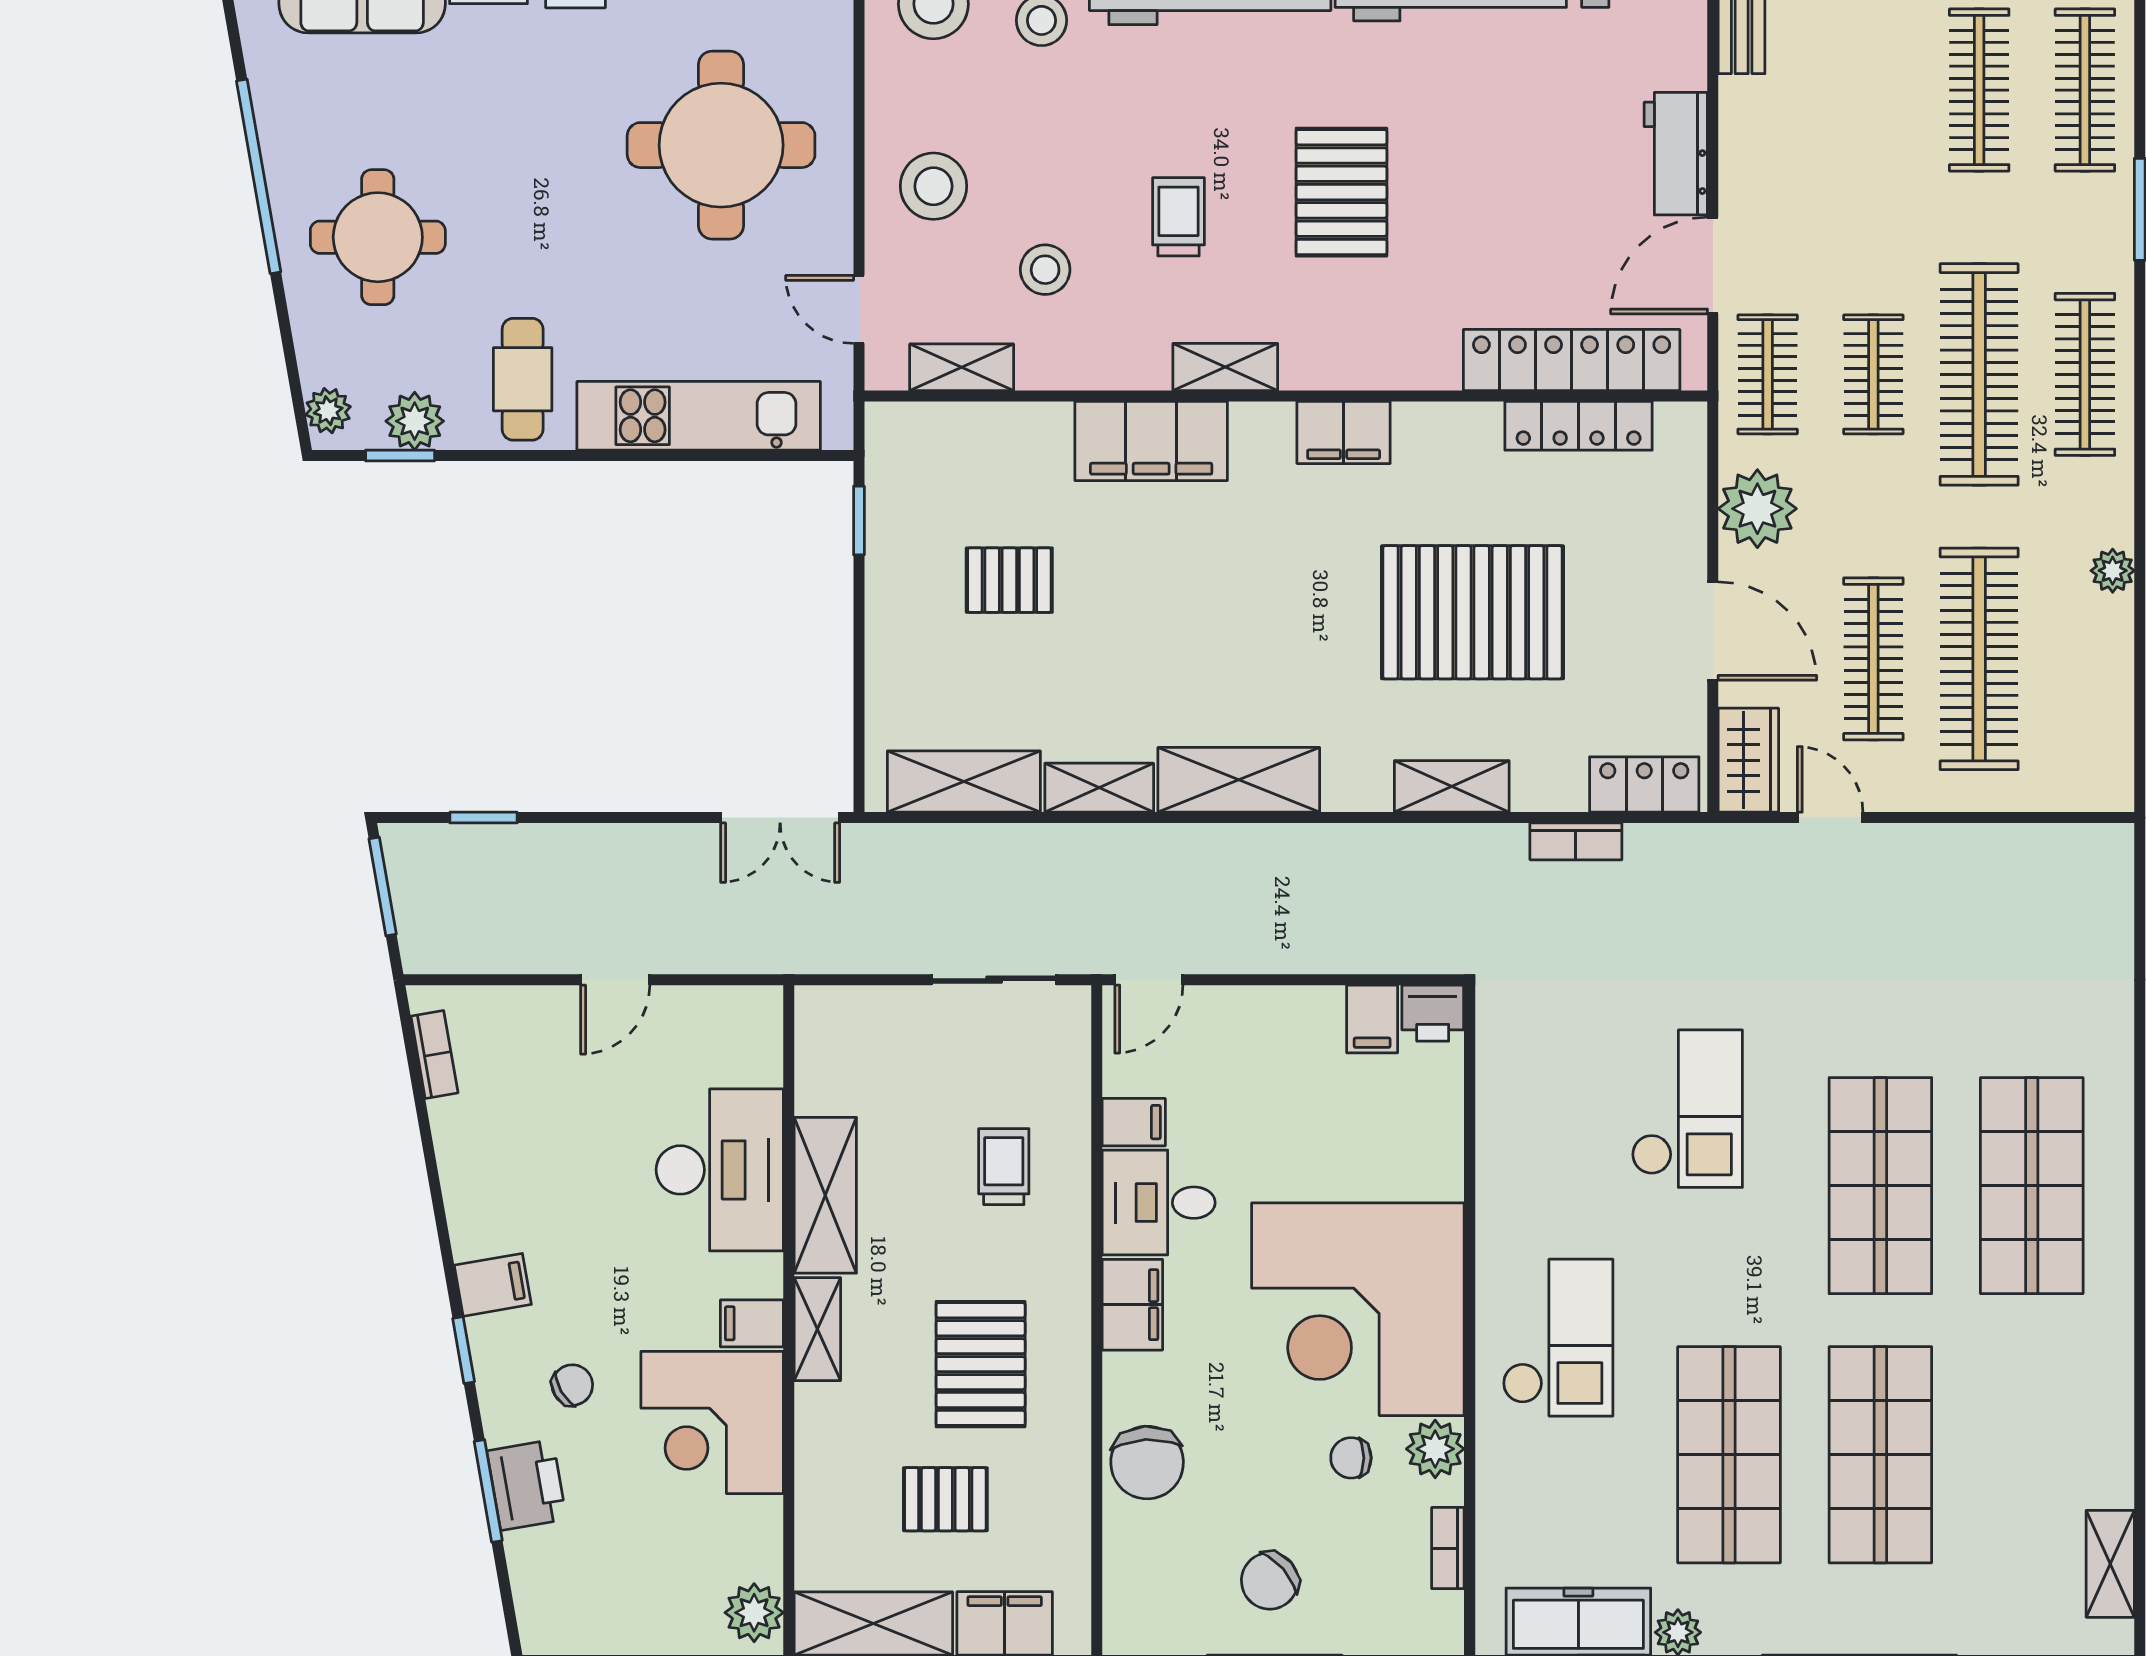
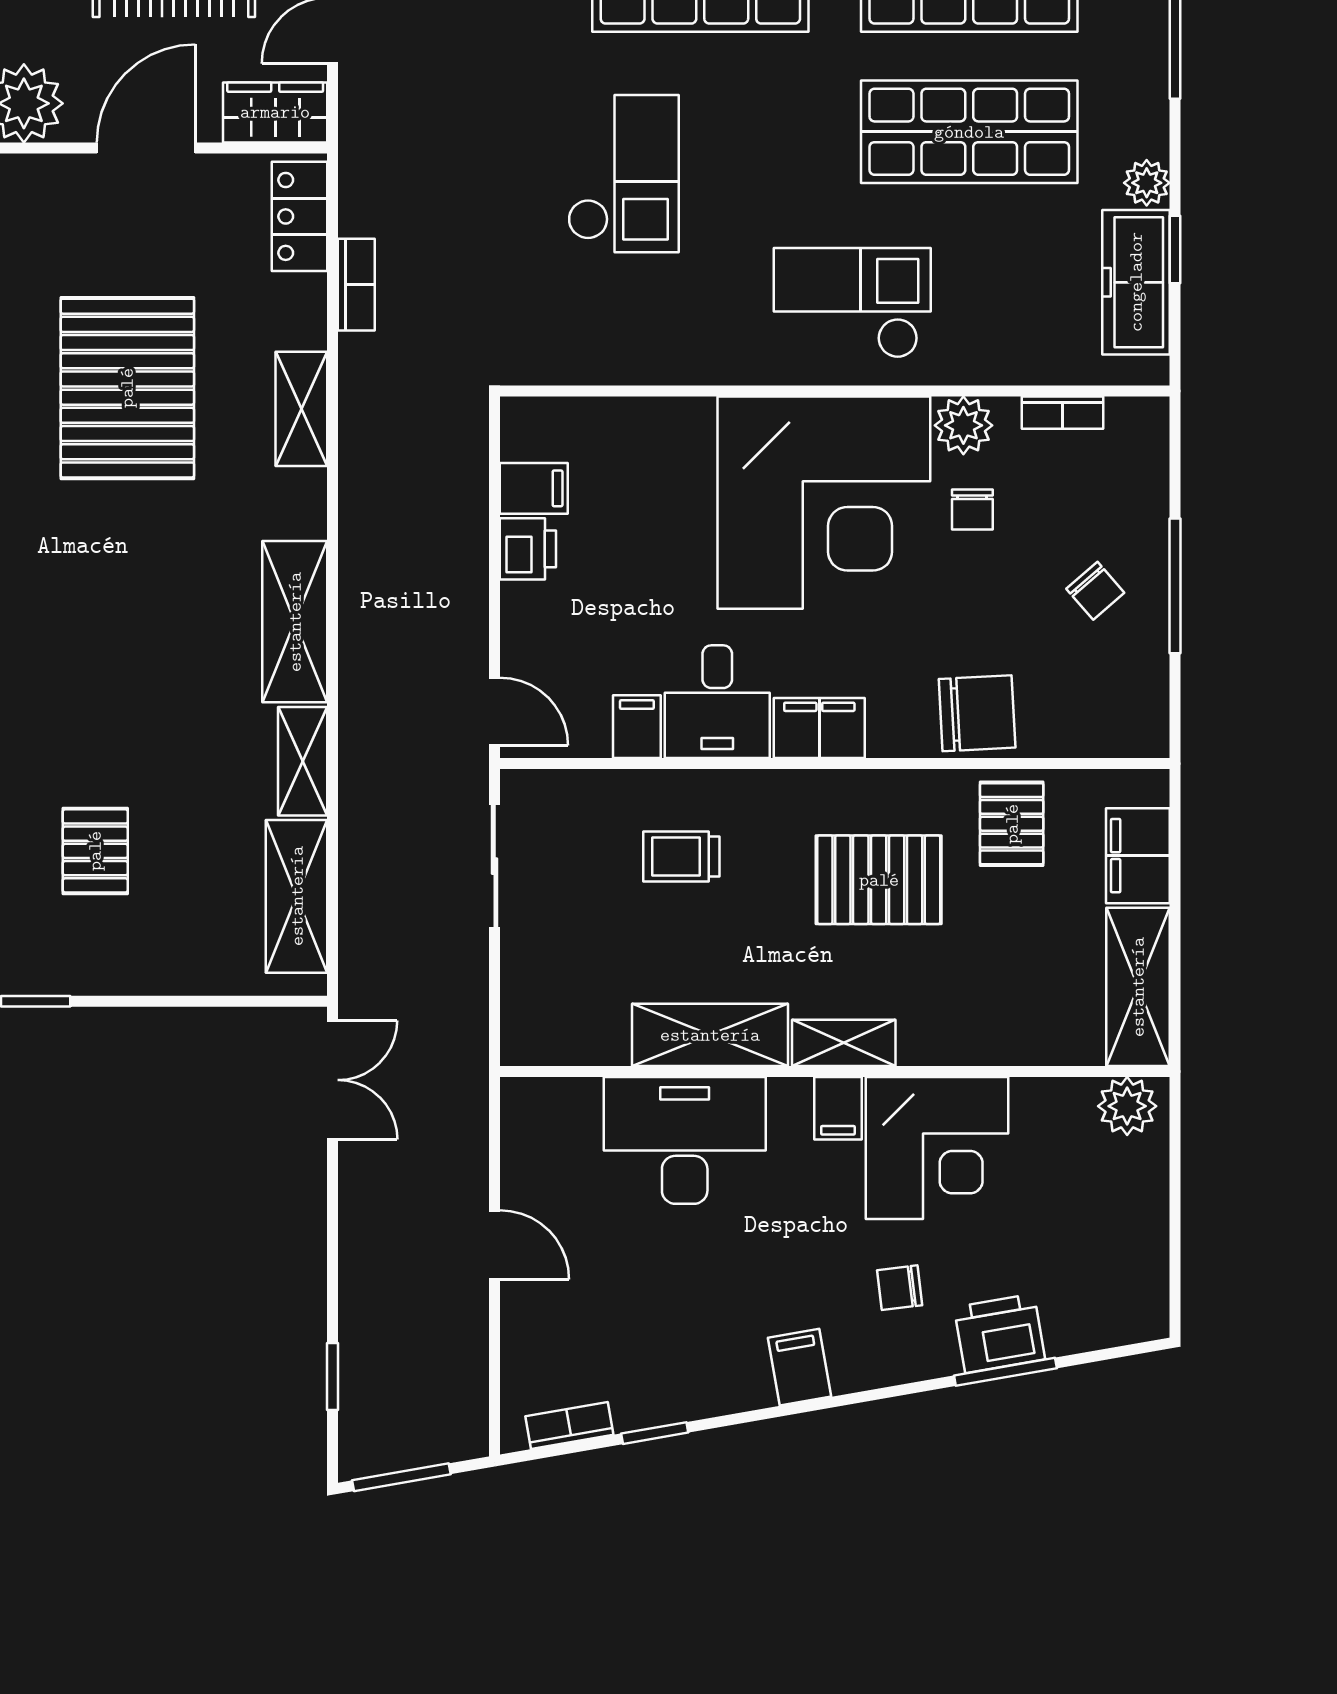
printer: (1433, 1013) -> (528, 549), moved
checkout: (1687, 1109) -> (623, 174), turned 90
window: (464, 1350) -> (655, 1433), moved
chair: (572, 1385) -> (900, 1288), turned -67
pallet: (945, 1499) -> (1012, 824), moved
chair: (1270, 1581) -> (1095, 591), width x0.73, depth x0.73

